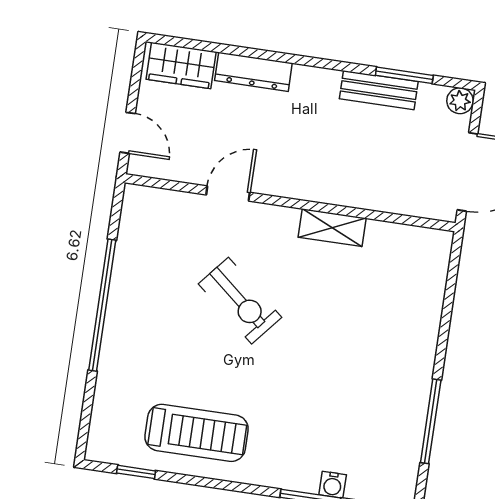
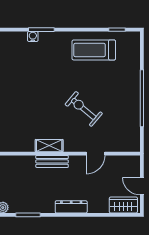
dresser: (253, 72) -> (71, 207), moved
bench: (379, 90) -> (52, 161), moved
door: (128, 133) -> (142, 186), moved

